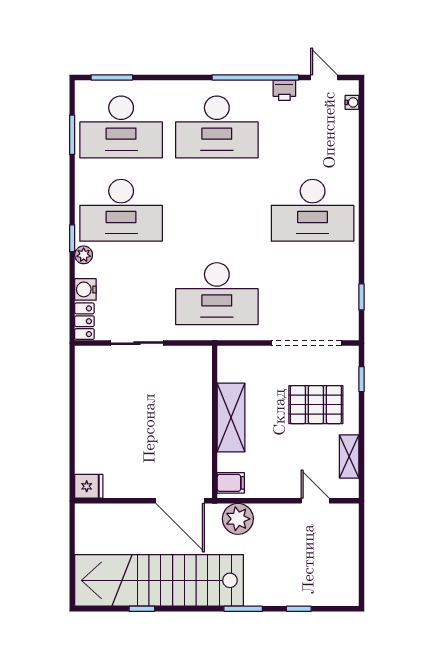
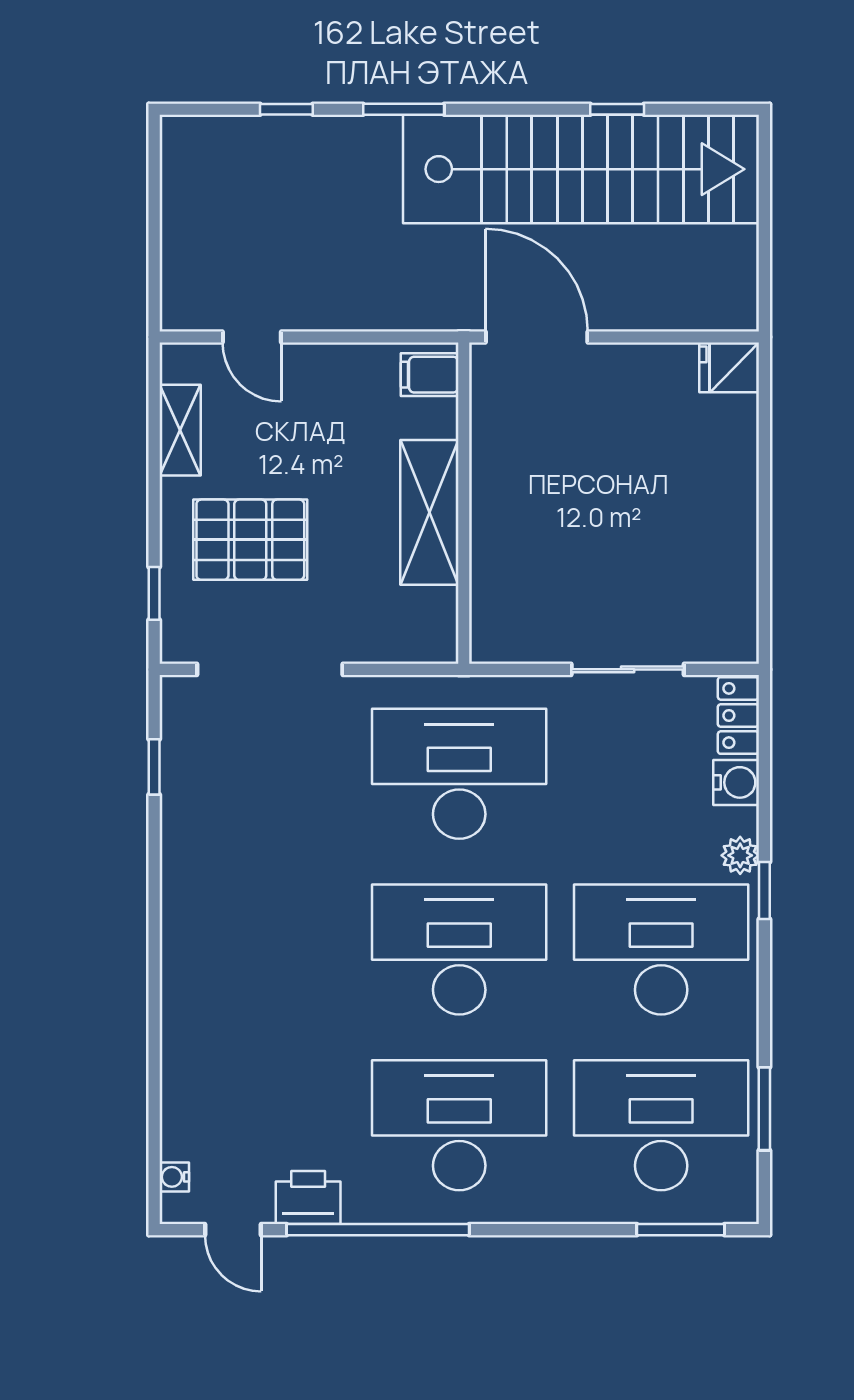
printer: (284, 90) -> (308, 1197), width x1.36, depth x1.24
desk: (313, 210) -> (459, 949), moved
plant: (238, 519) -> (415, 299), removed

